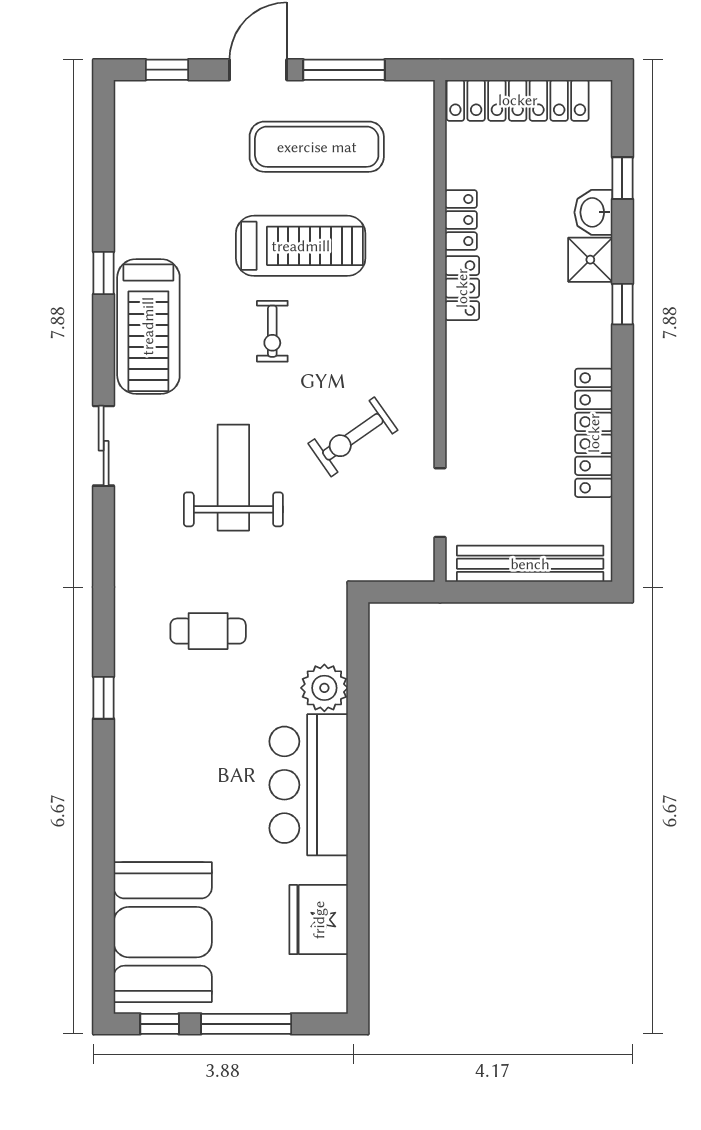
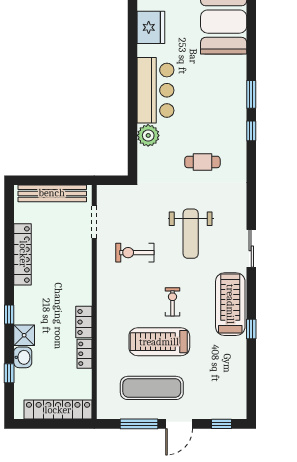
exercise bike: (353, 437) -> (135, 253), turned -145
window: (104, 776) -> (251, 94), added

